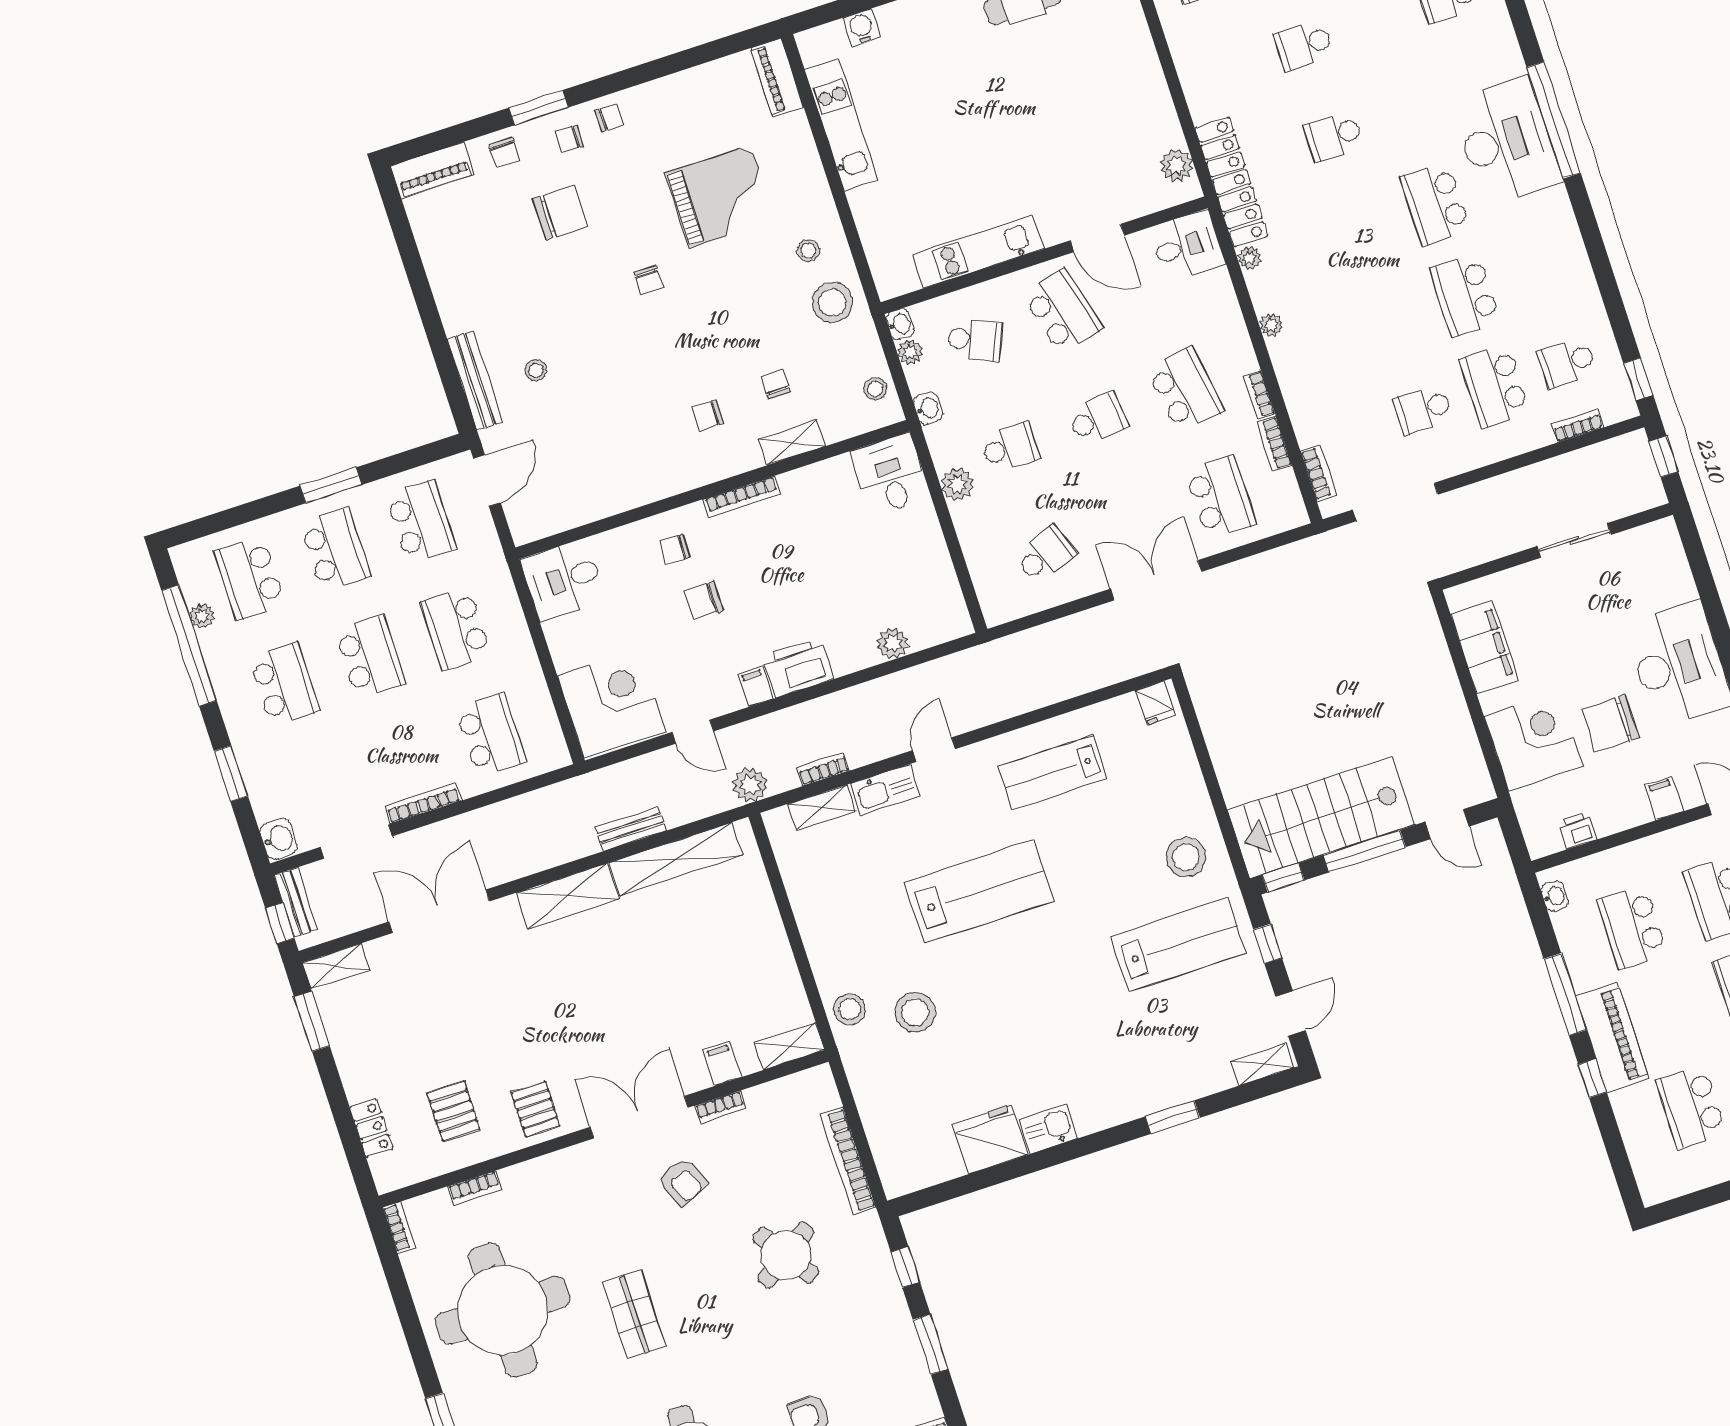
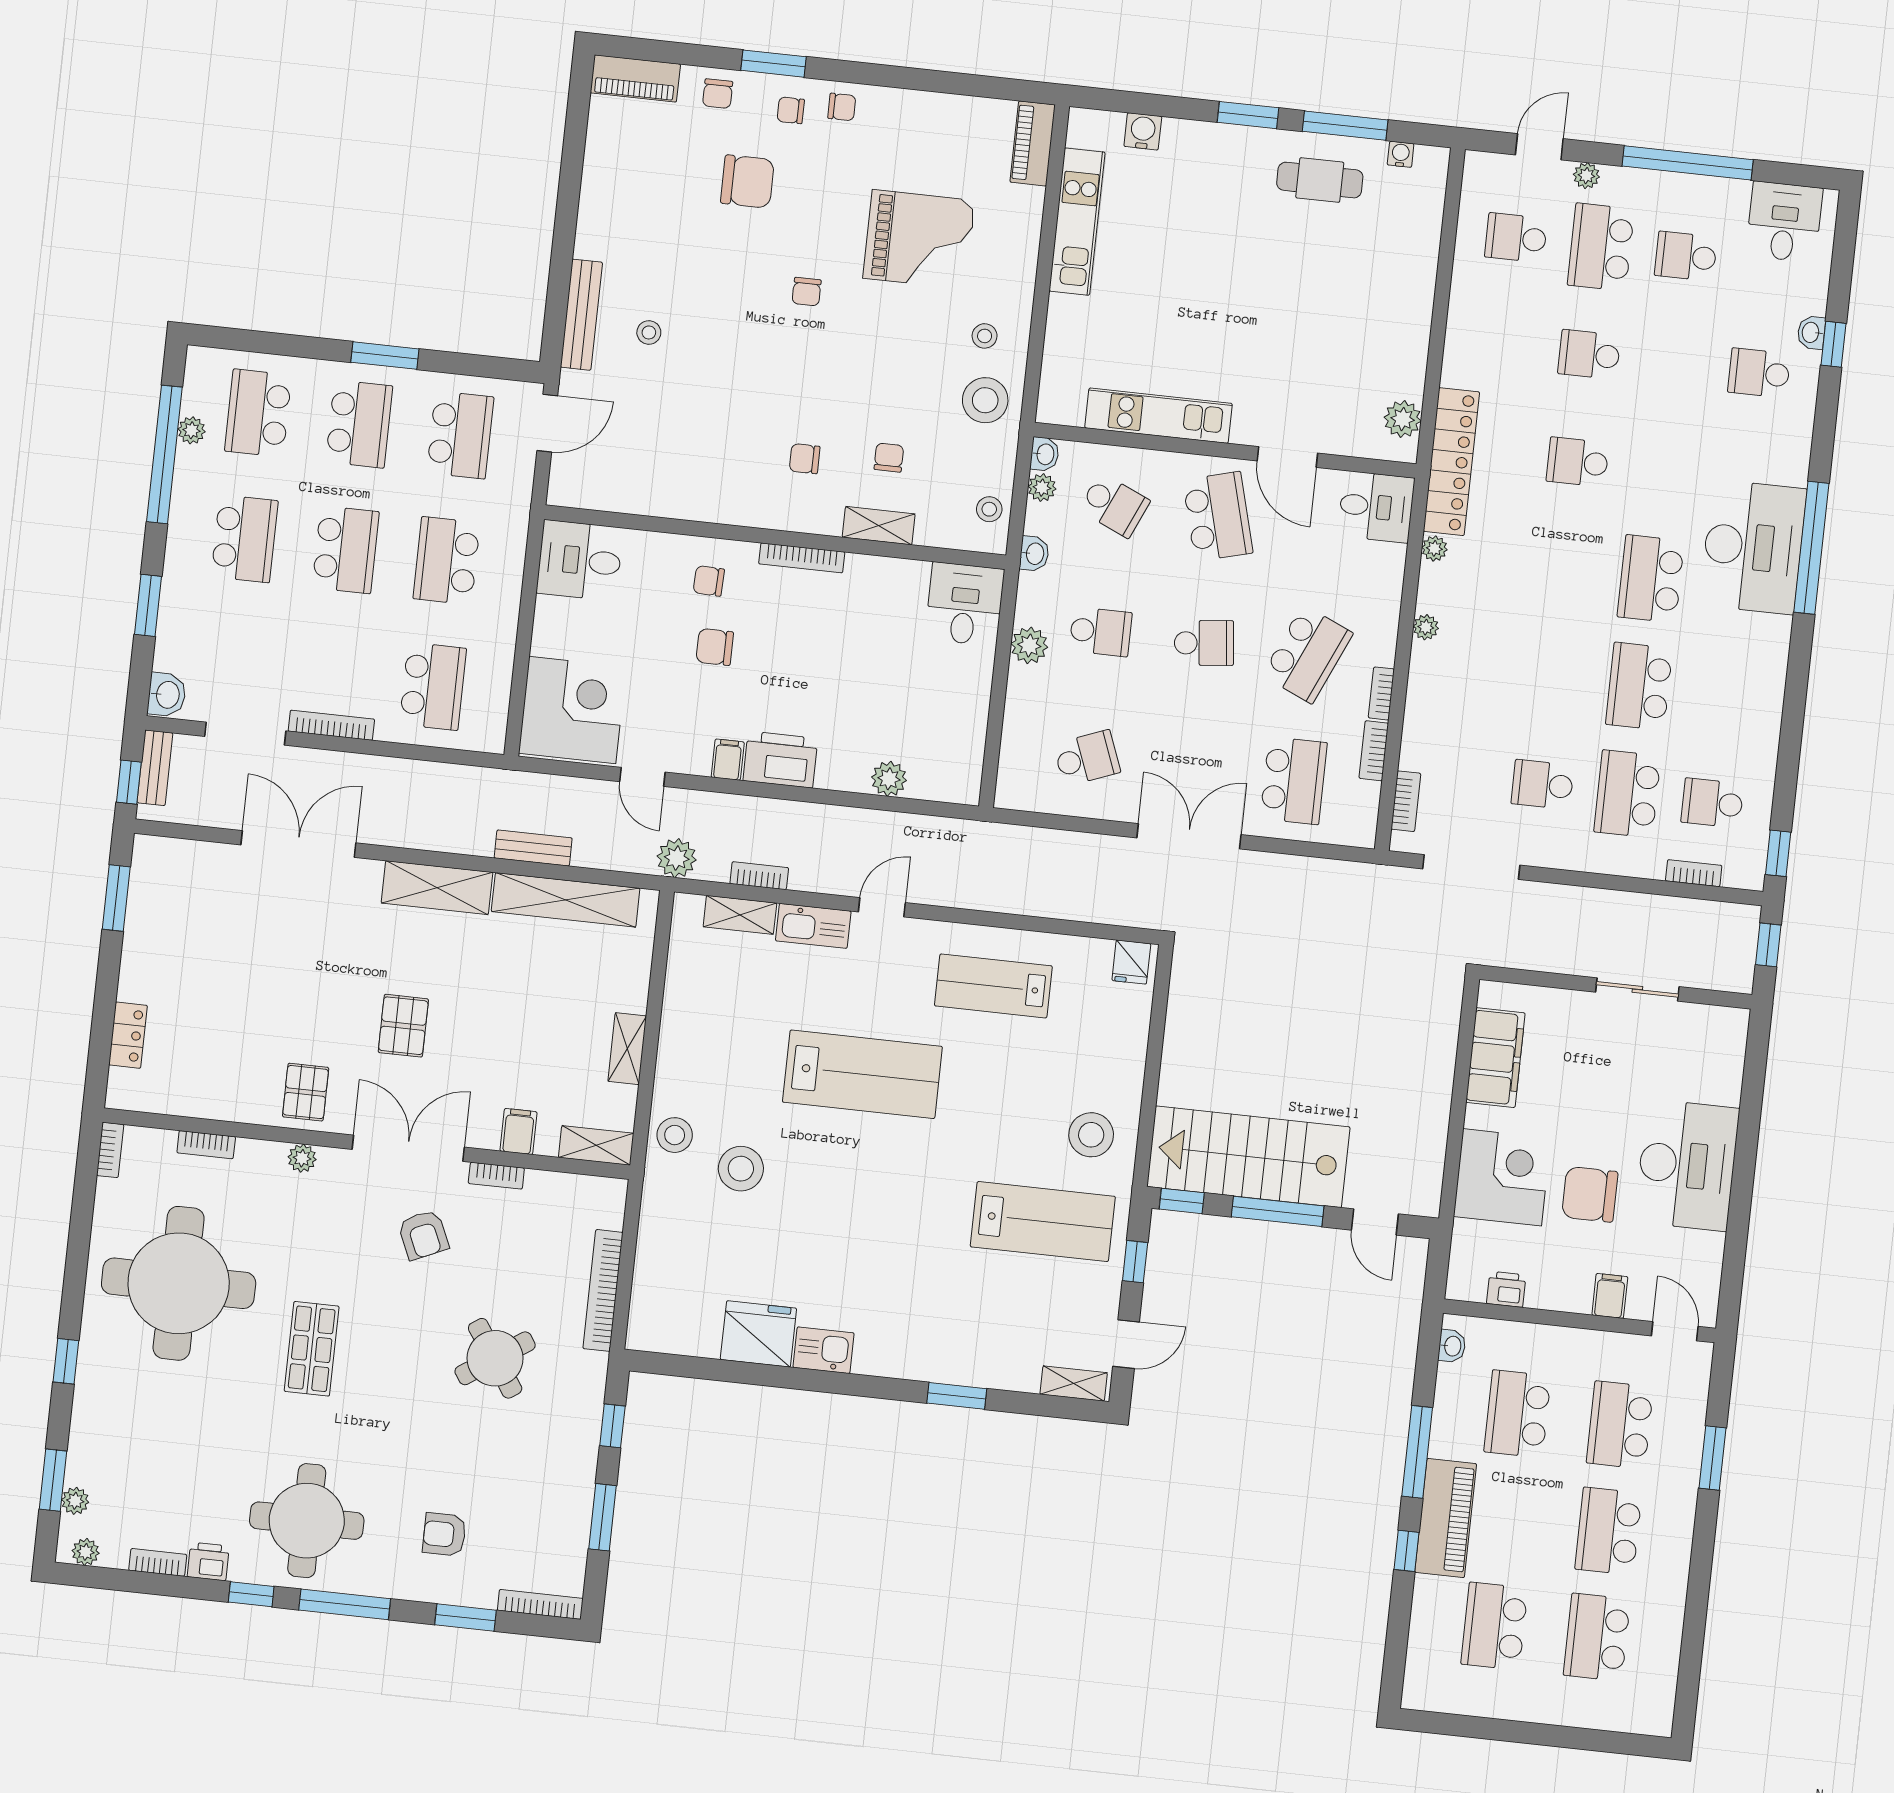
school desk: (1185, 390) -> (1307, 654), turned 33
shelving: (336, 966) -> (627, 1049), moved, turned 90
pallet: (453, 1111) -> (403, 1026), moved
plant: (557, 1164) -> (302, 1158), added

